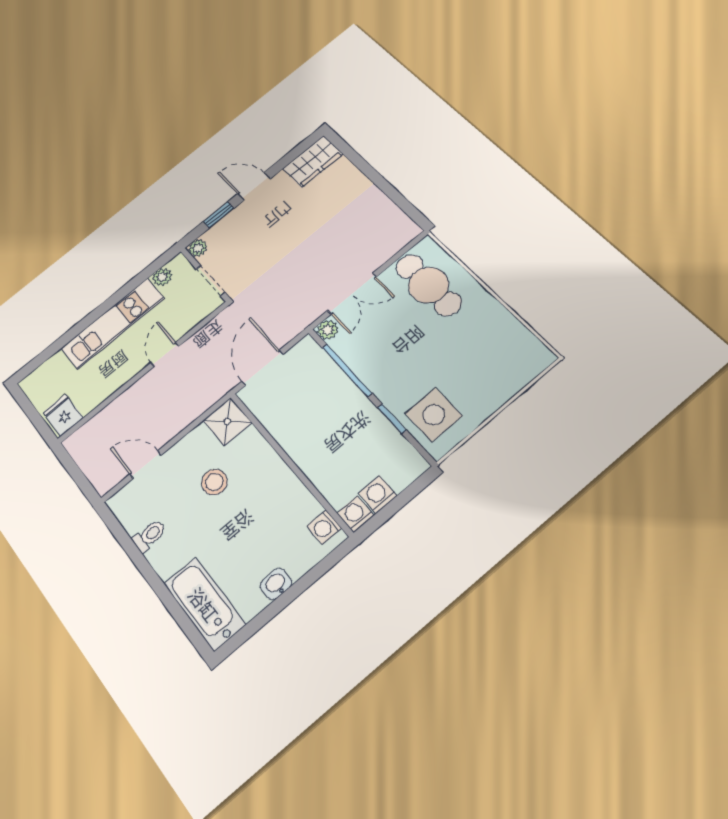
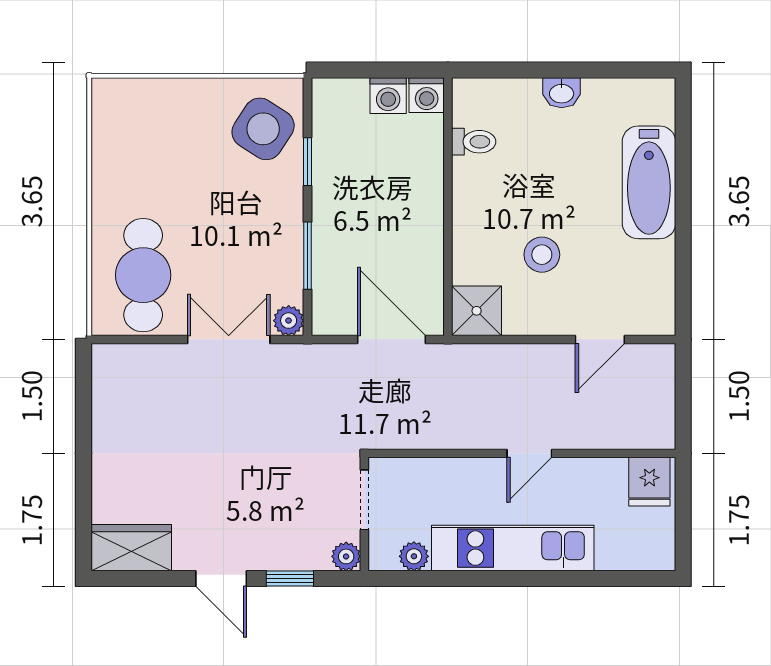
door: (165, 354) -> (529, 453), moved
door: (262, 368) -> (391, 339), swing flipped
window: (347, 370) -> (307, 256), width x0.69
side table: (434, 415) -> (263, 129), turned 33
door: (146, 465) -> (600, 339), hinge flipped
washing machine: (324, 527) -> (468, 109), removed
toilet: (149, 536) -> (474, 142), moved, turned 180
bathtub: (204, 604) -> (649, 182), moved

